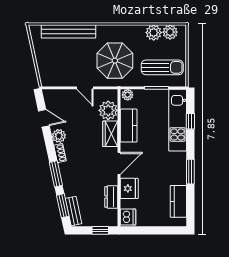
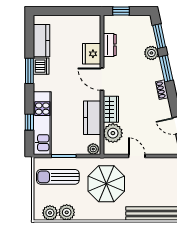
plant: (59, 136) -> (151, 53), moved
door: (119, 163) -> (102, 79), hinge flipped
bench: (74, 211) -> (148, 31), removed
dishwasher: (128, 217) -> (41, 66), moved, turned 180

